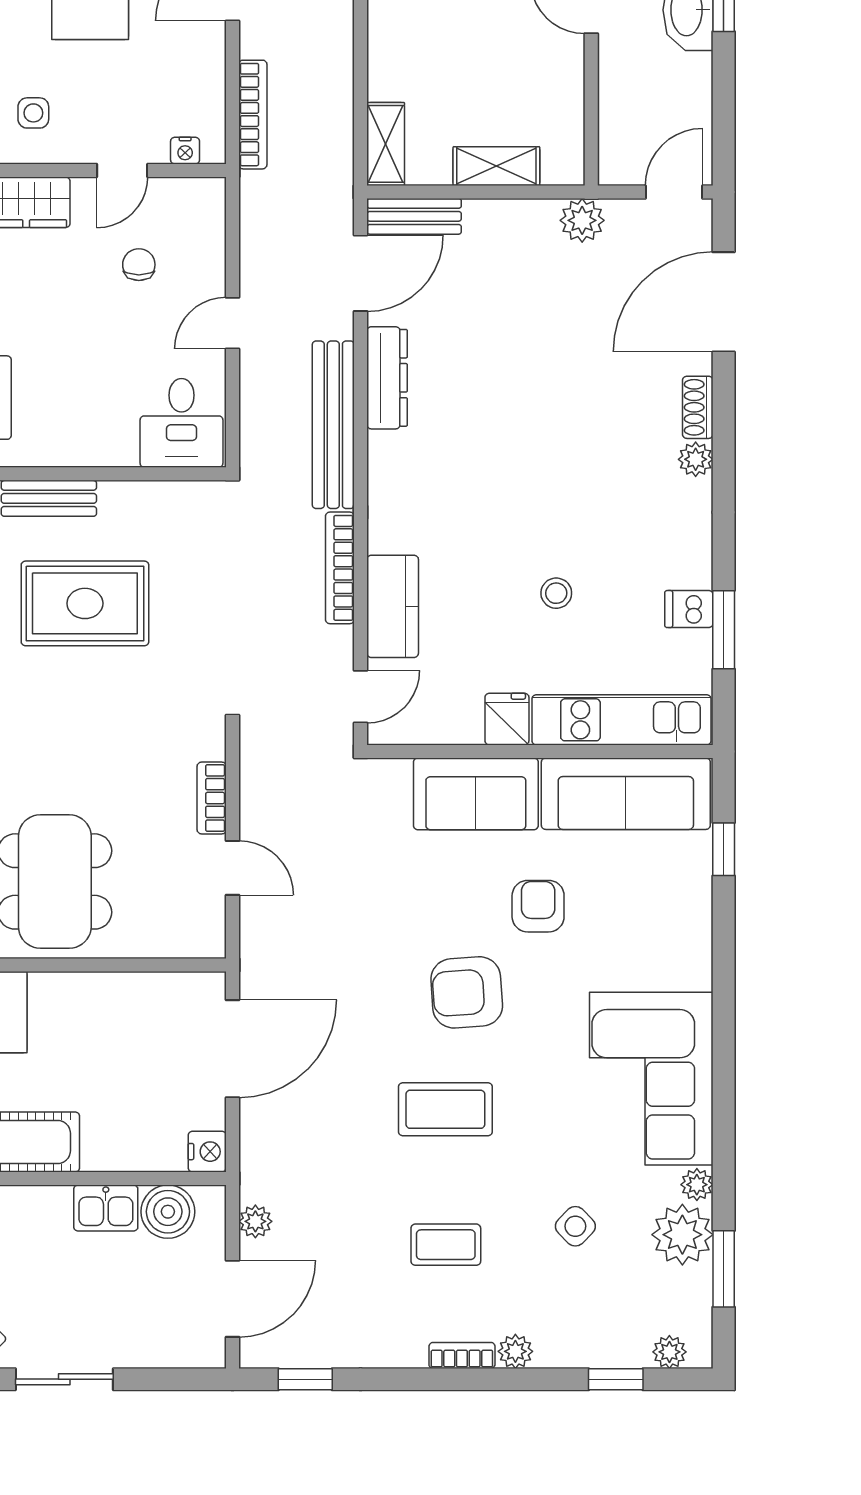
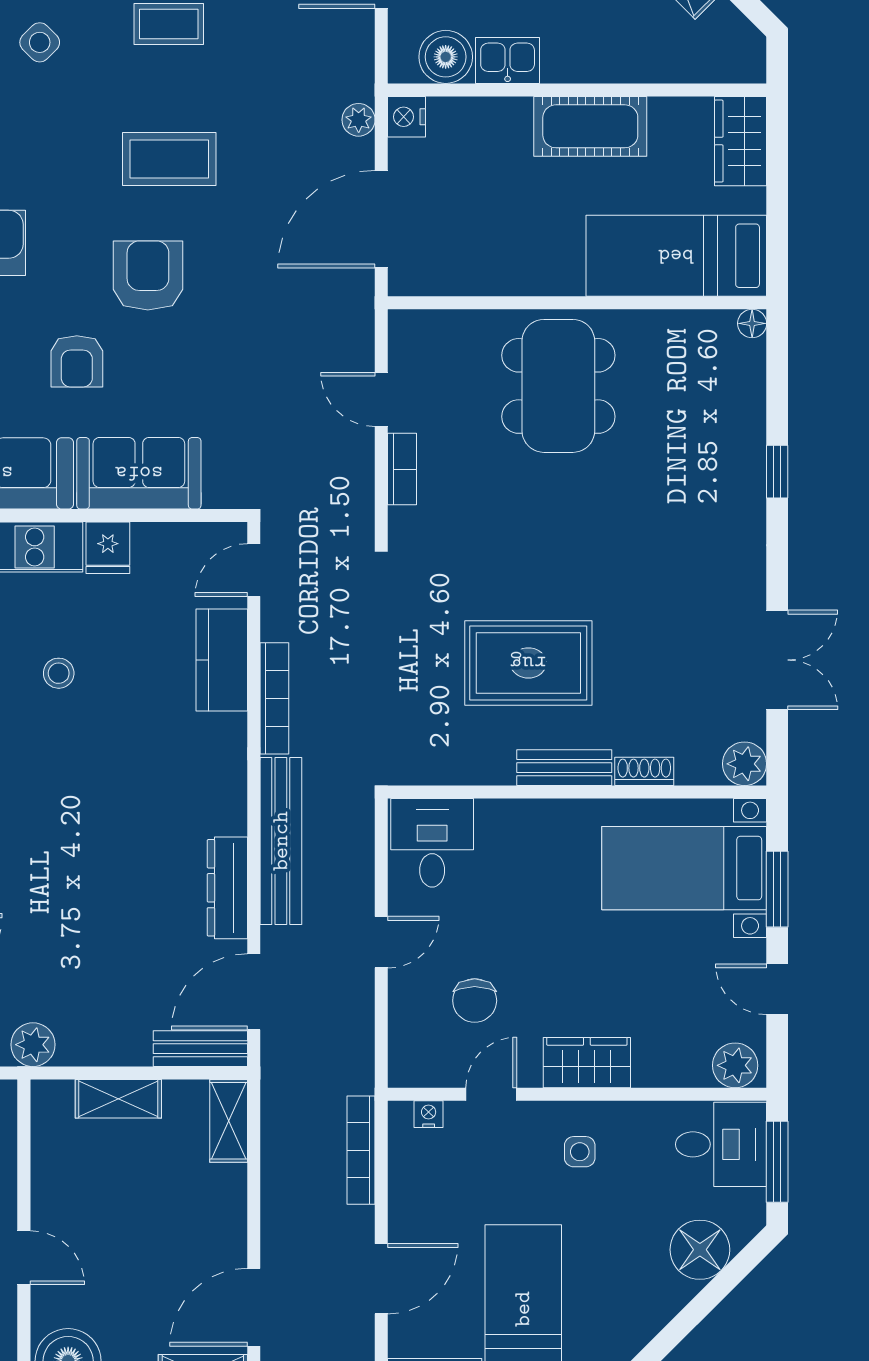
chair: (139, 265) -> (475, 1001), width x1.37, depth x1.37
armchair: (467, 992) -> (148, 275), turned -86
plant: (255, 1221) -> (359, 120), moved

